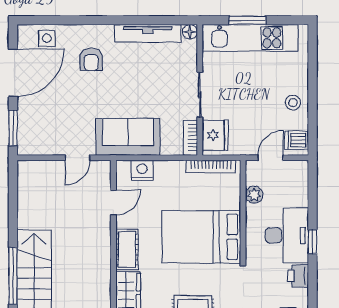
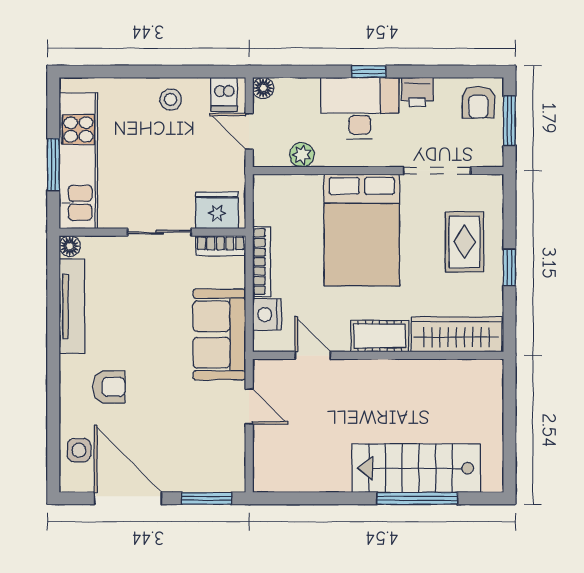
bookcase: (211, 166) -> (262, 262), moved
floor lamp: (301, 168) -> (263, 88), added

